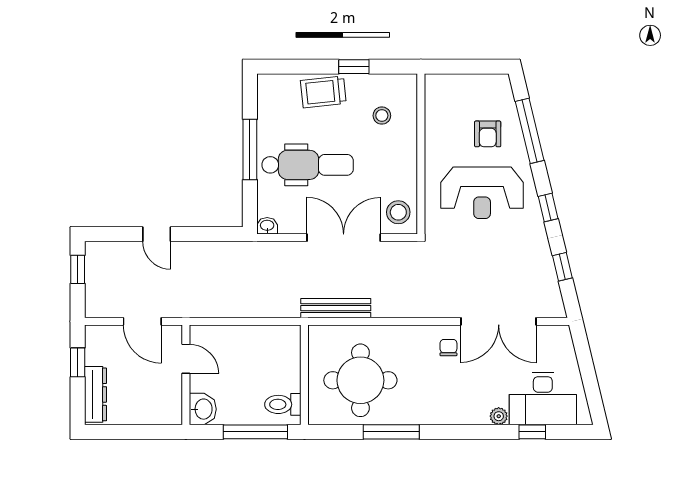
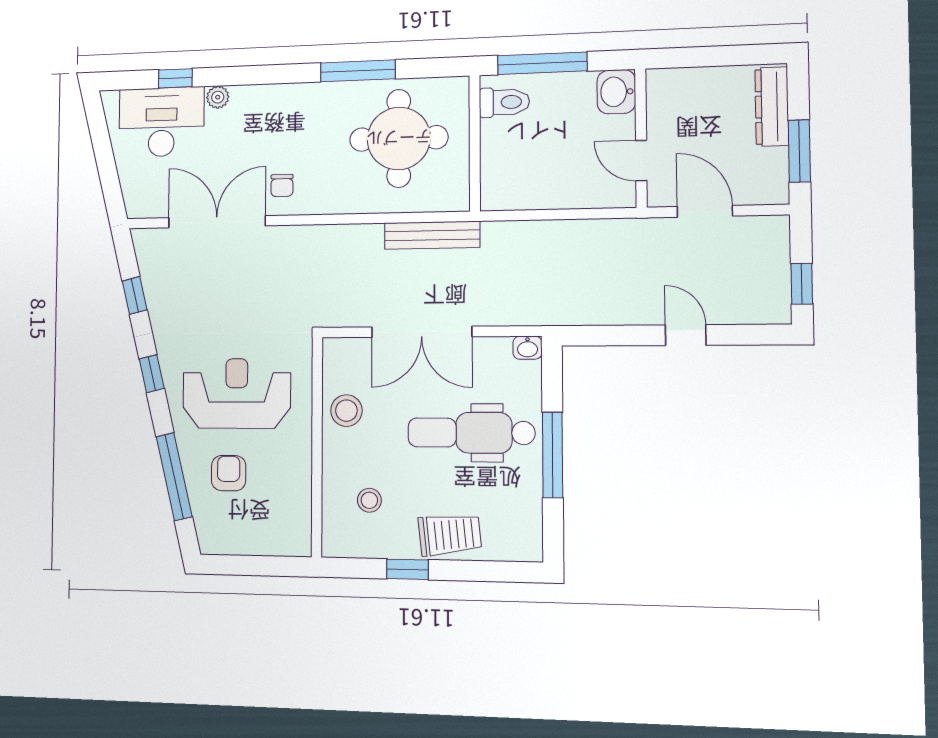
stool: (398, 212) -> (346, 411), moved
window: (78, 362) -> (799, 151), width x1.50

